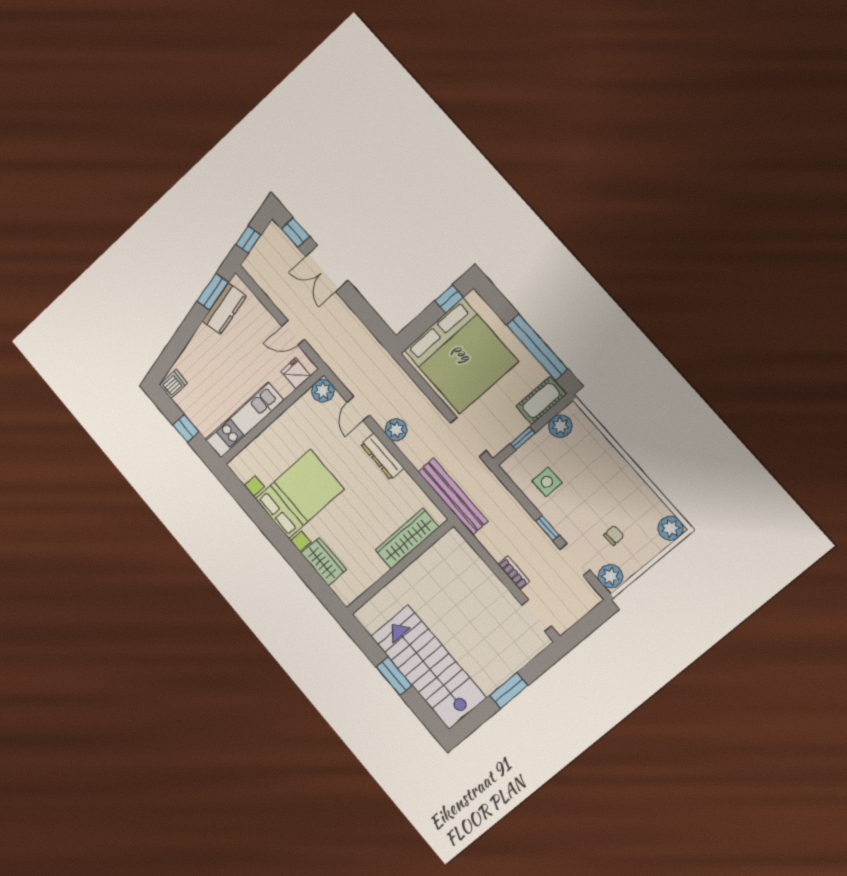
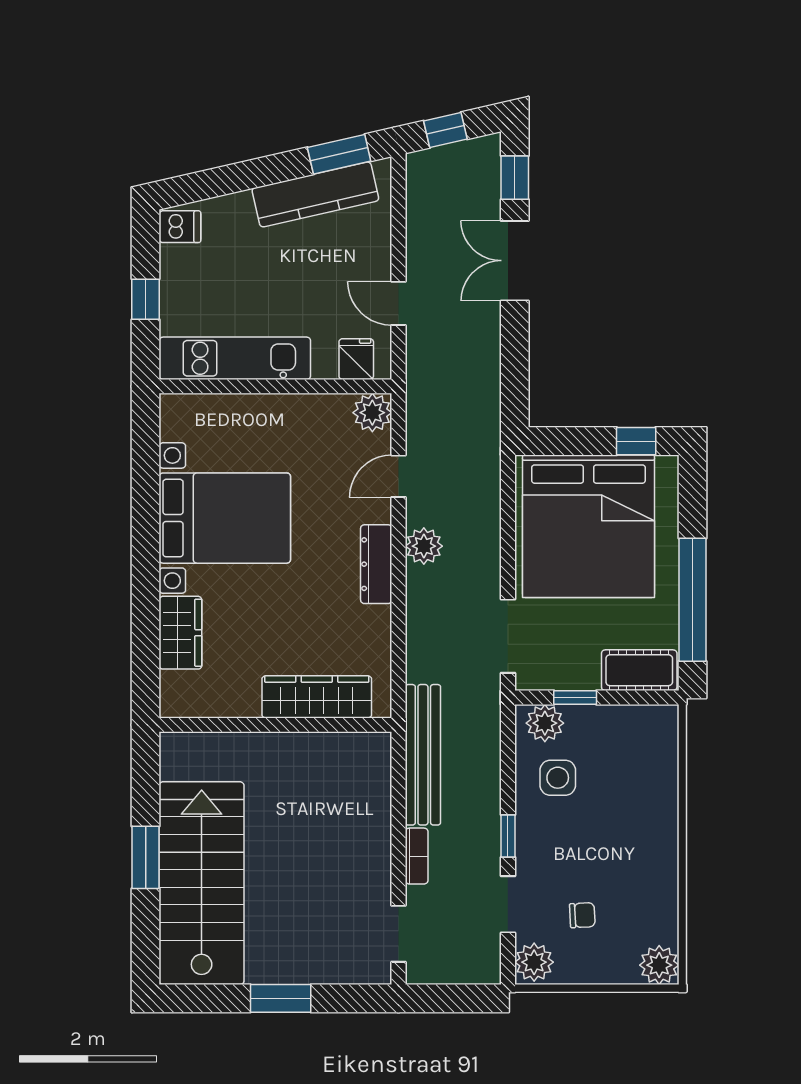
kitchen counter: (224, 309) -> (315, 194), width x1.50
plant: (560, 426) -> (545, 723), moved
bench: (453, 496) -> (423, 755), moved

